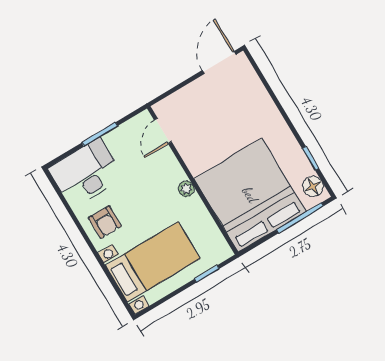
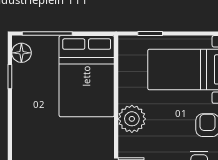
plant: (186, 189) -> (132, 119), width x1.88, depth x1.88
bed: (250, 195) -> (87, 76), width x0.73

